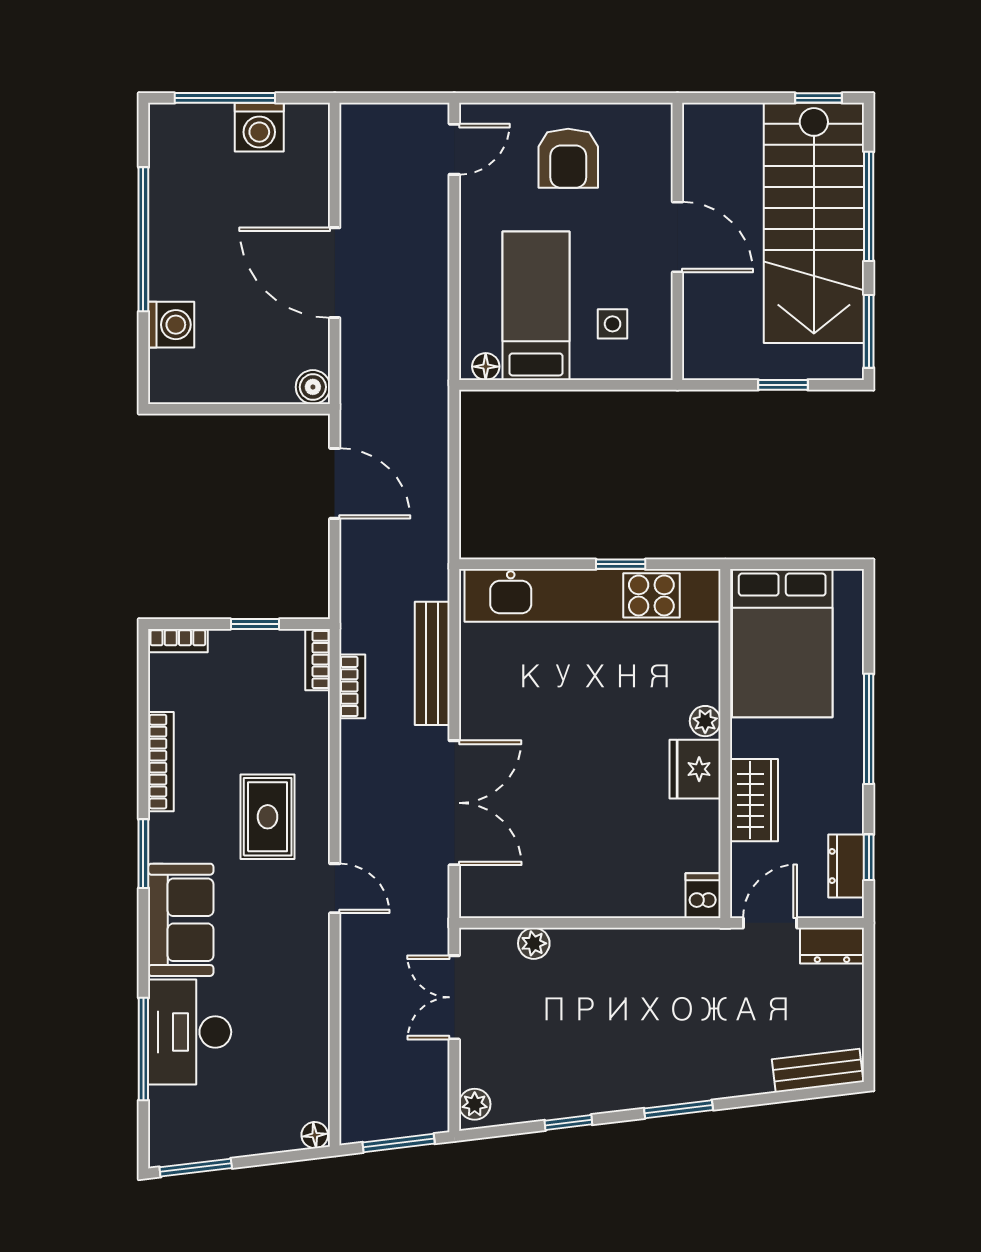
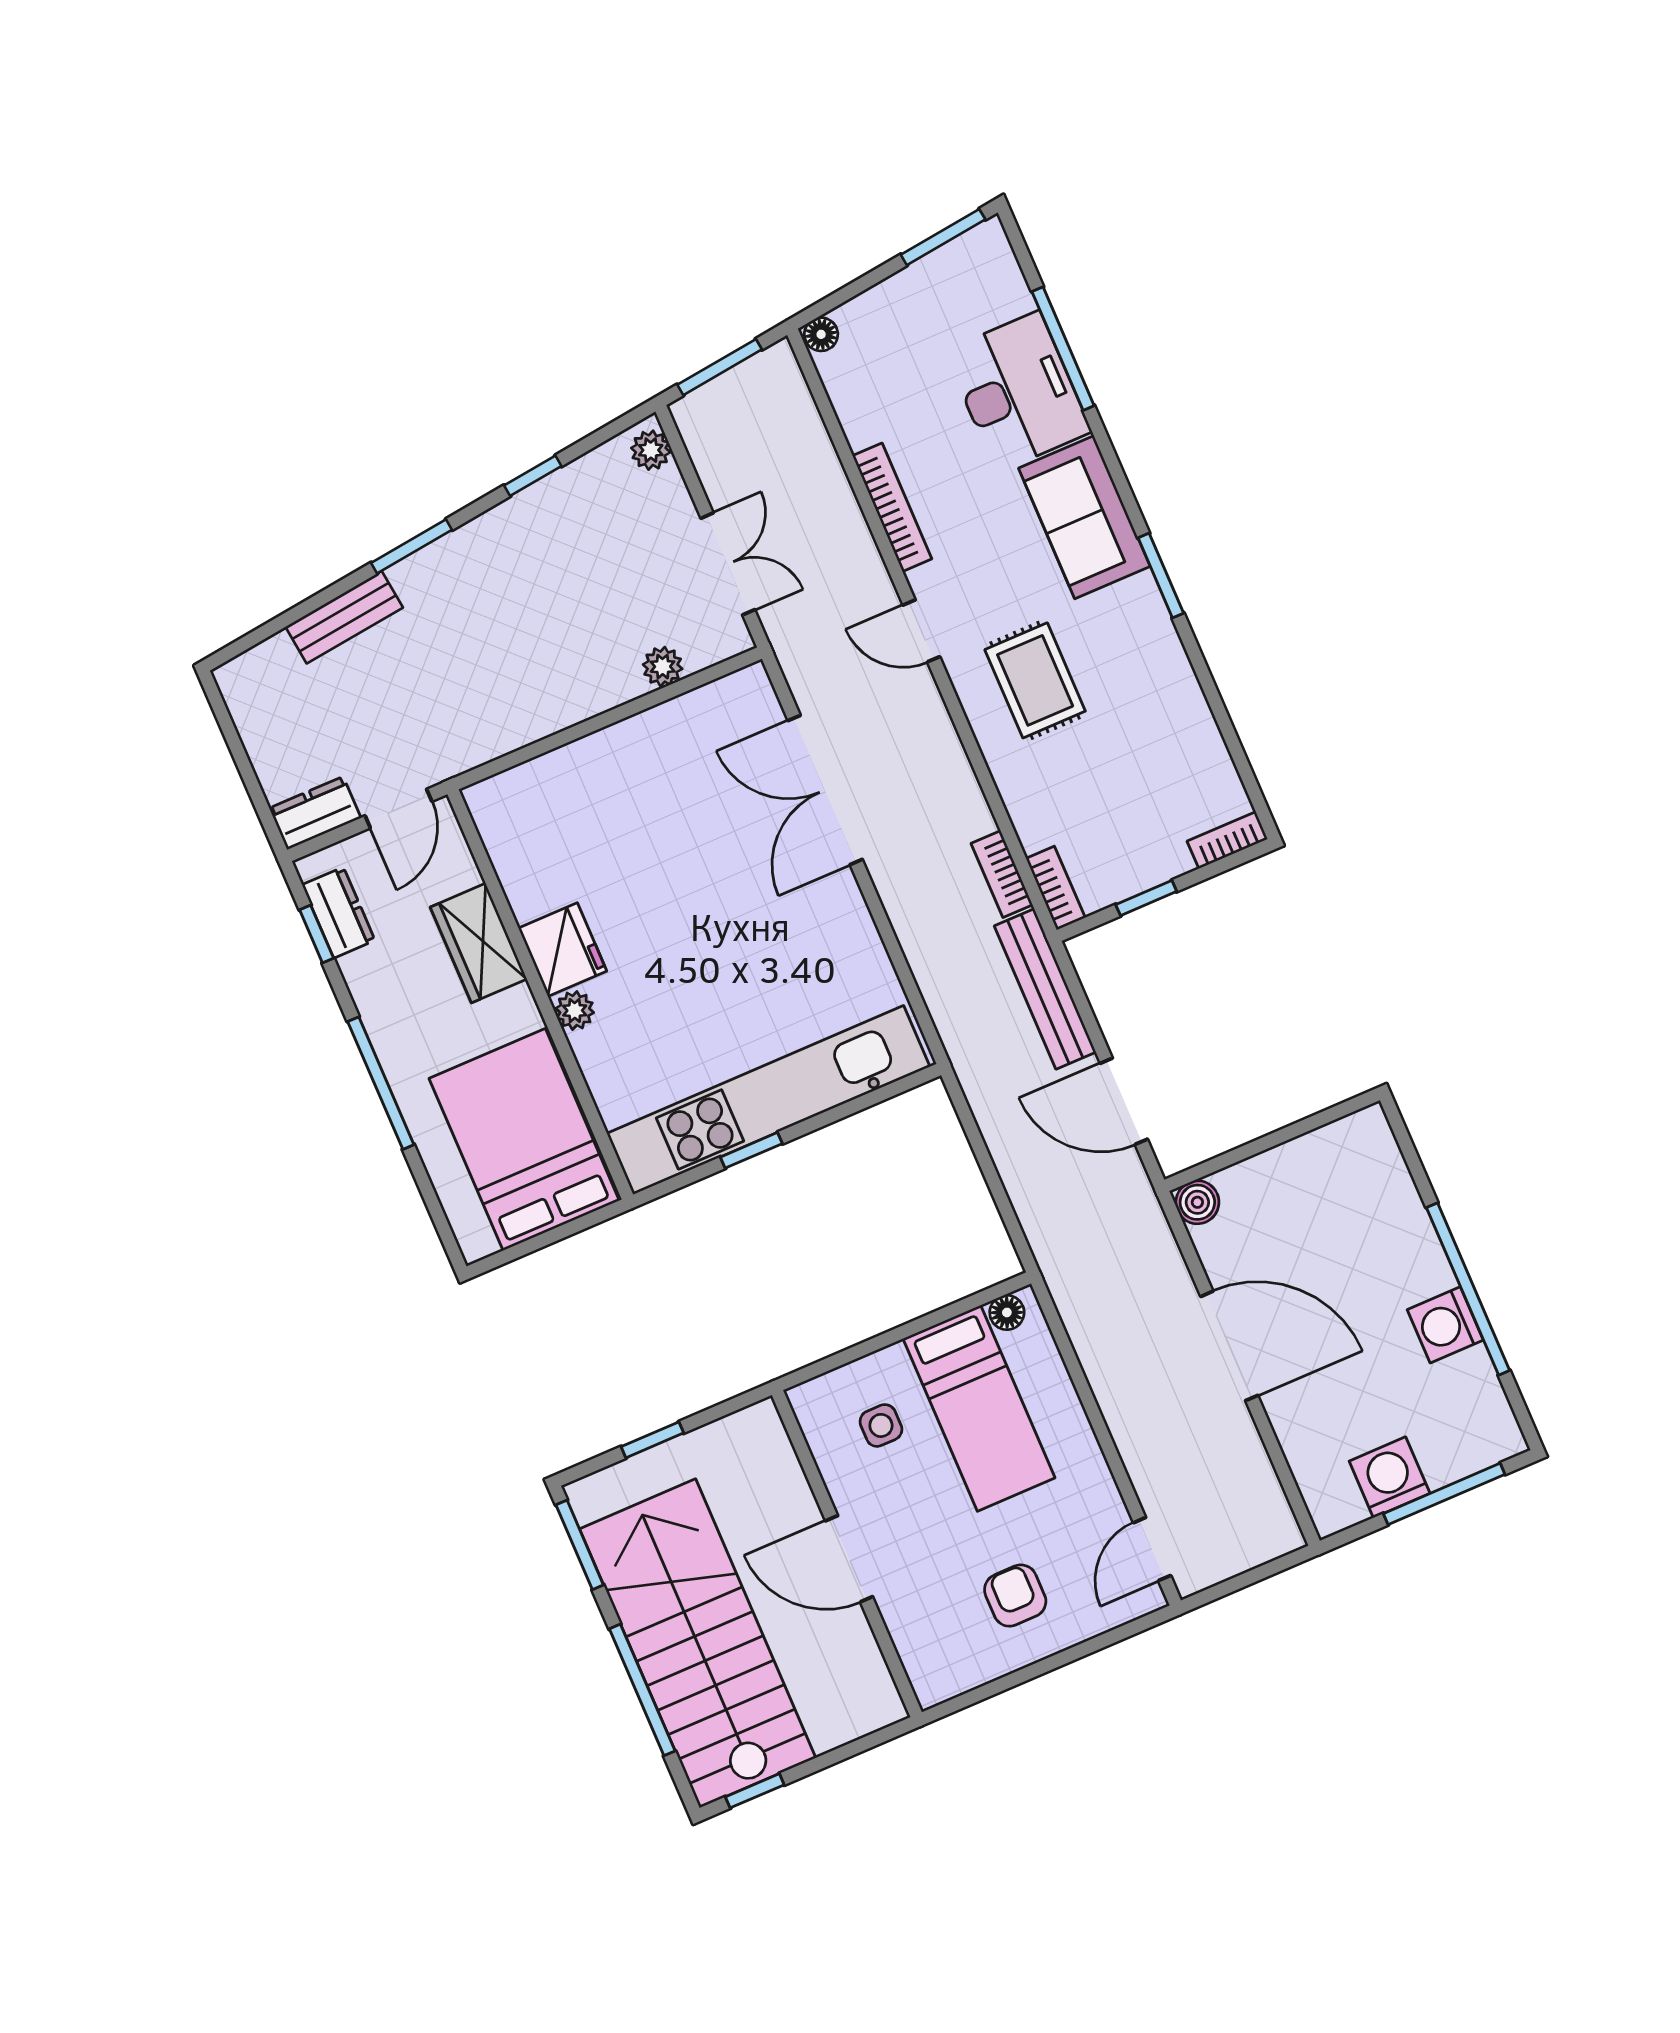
armchair: (568, 158) -> (1015, 1596), width x0.72, depth x0.72
washing machine: (171, 325) -> (1445, 1325), moved
bench: (432, 663) -> (1045, 989), moved
bookcase: (161, 762) -> (892, 507), moved, turned 180
dishwasher: (703, 896) -> (490, 807), removed
bench: (818, 1071) -> (344, 617), moved

